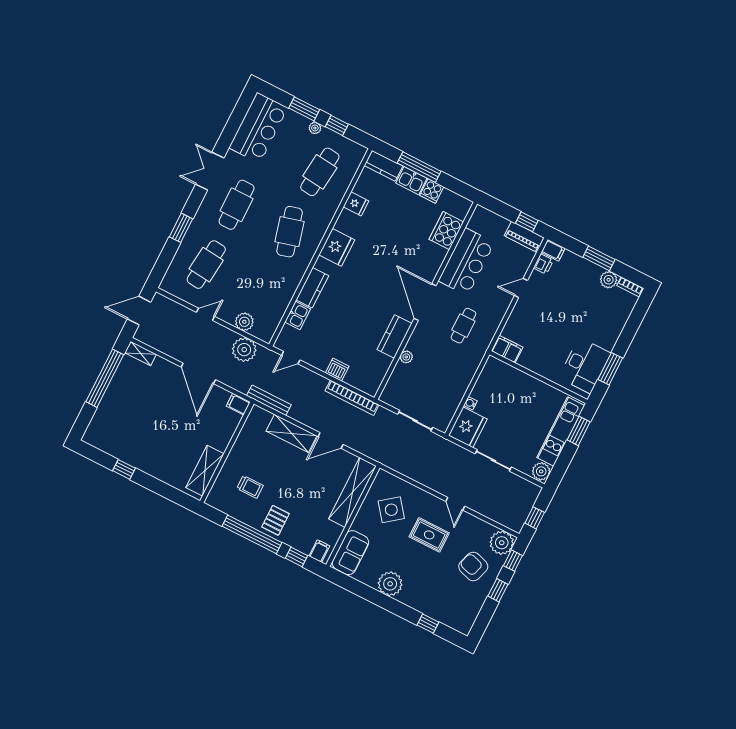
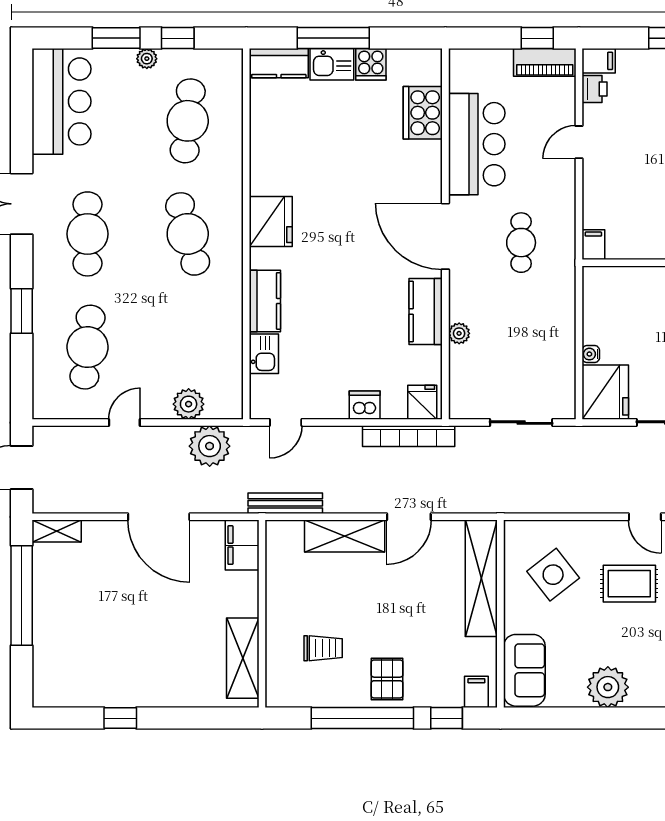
fridge: (356, 204) -> (422, 402), moved, turned -90
filing cabinet: (507, 349) -> (593, 245), width x0.50
filing cabinet: (238, 404) -> (242, 545), width x2.00

